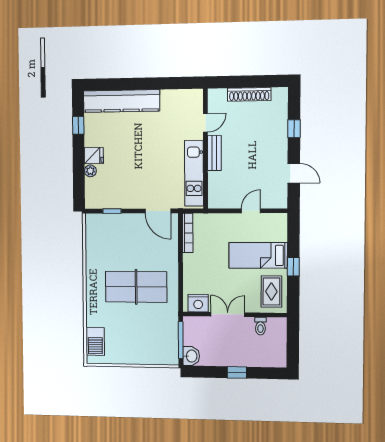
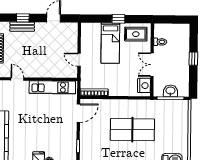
bench: (214, 153) -> (22, 27), moved
door: (251, 211) -> (79, 60), moved
table tennis table: (136, 287) -> (132, 130), turned 90
washbasin: (191, 356) -> (170, 91), moved

